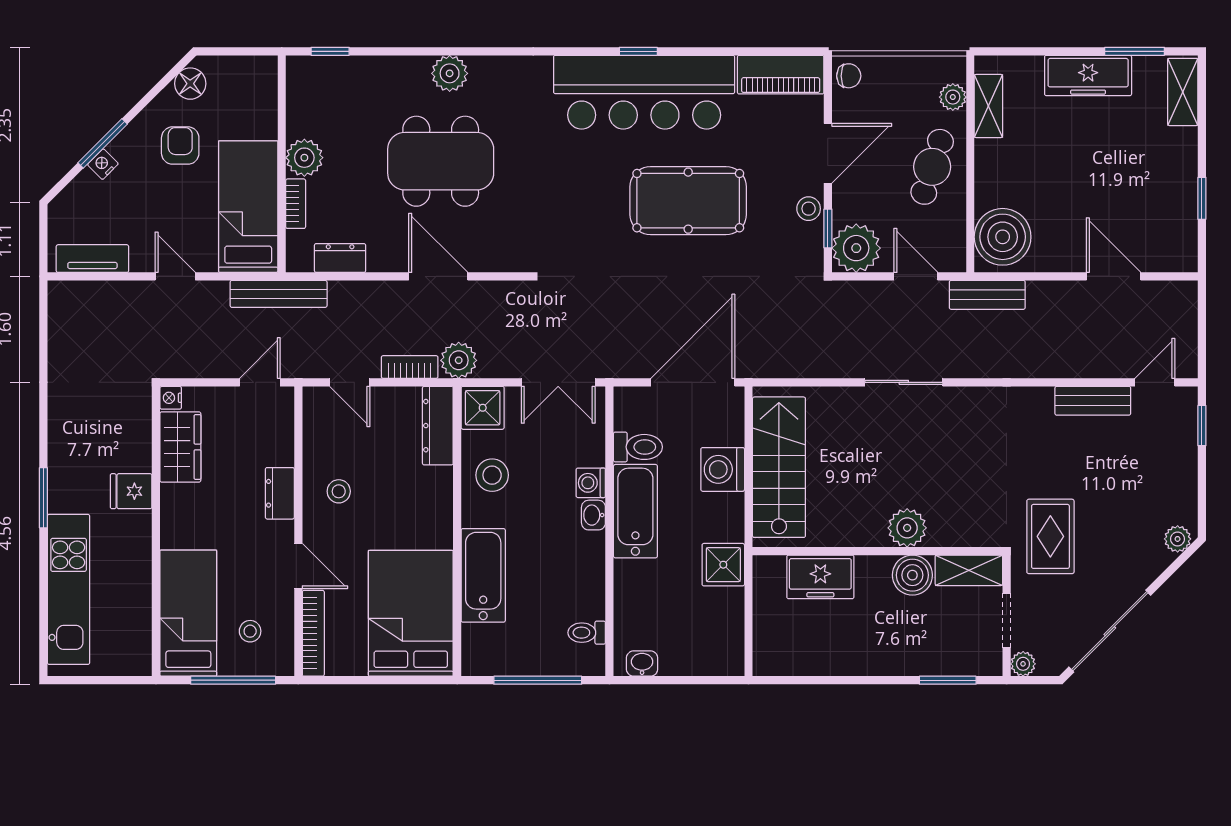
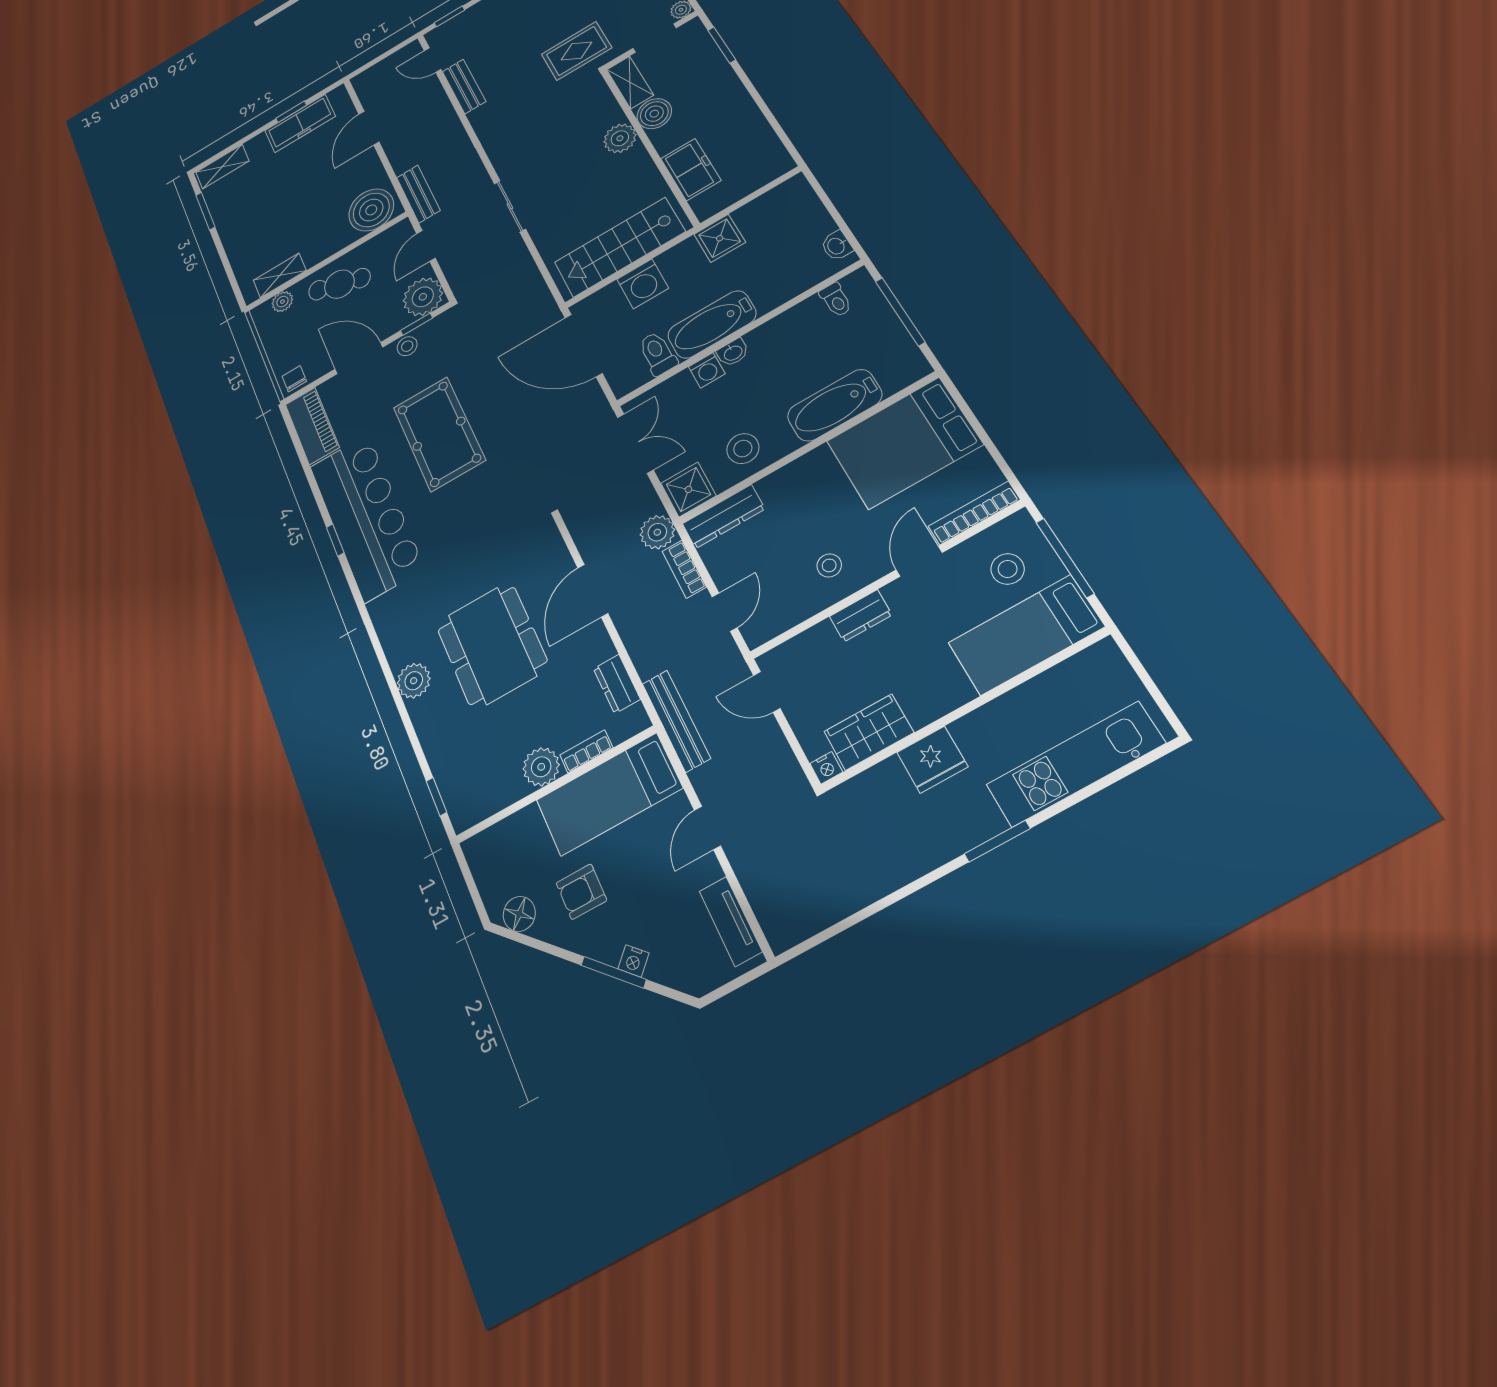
freezer: (1088, 75) -> (300, 123), moved, turned 90
fridge: (131, 491) -> (932, 760), width x1.38
stool: (250, 631) -> (1008, 569), width x1.37, depth x1.37

